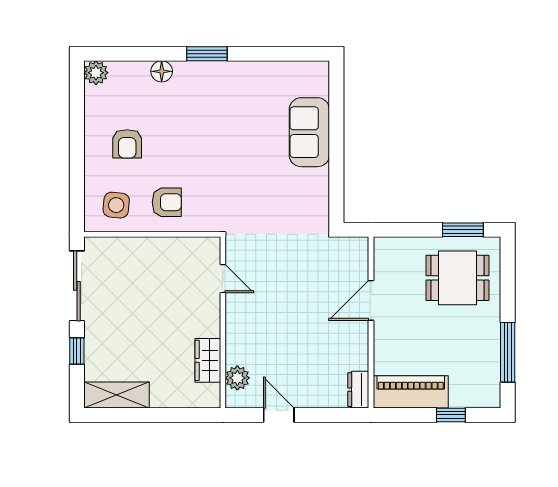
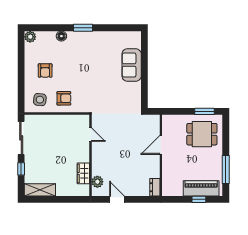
piano: (411, 392) -> (201, 188), moved

